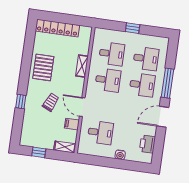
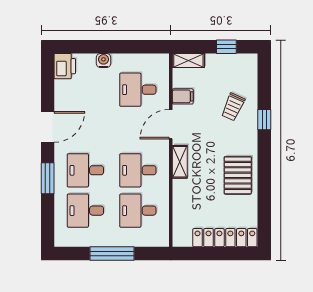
window: (133, 28) -> (112, 254), width x2.17
shelving: (82, 66) -> (180, 162), moved
window: (167, 83) -> (48, 178), width x0.69
trolley: (51, 102) -> (233, 107), moved
door: (82, 107) -> (171, 124), swing flipped
printer: (147, 144) -> (65, 66), moved

